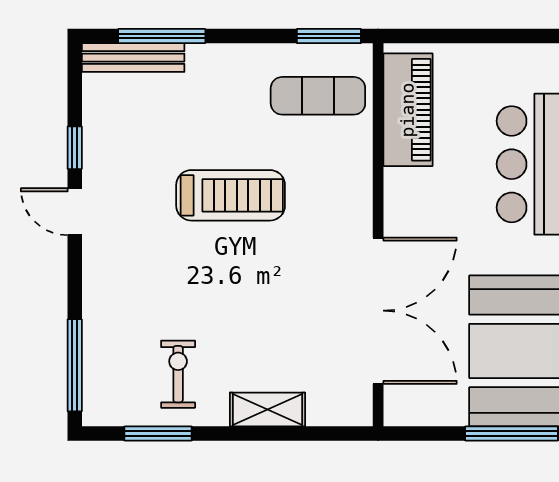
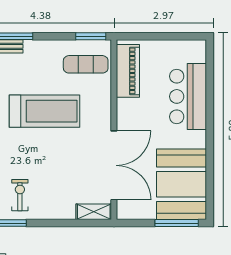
treadmill: (231, 195) -> (45, 111), width x1.37, depth x1.38
shelving: (267, 409) -> (94, 212), moved

